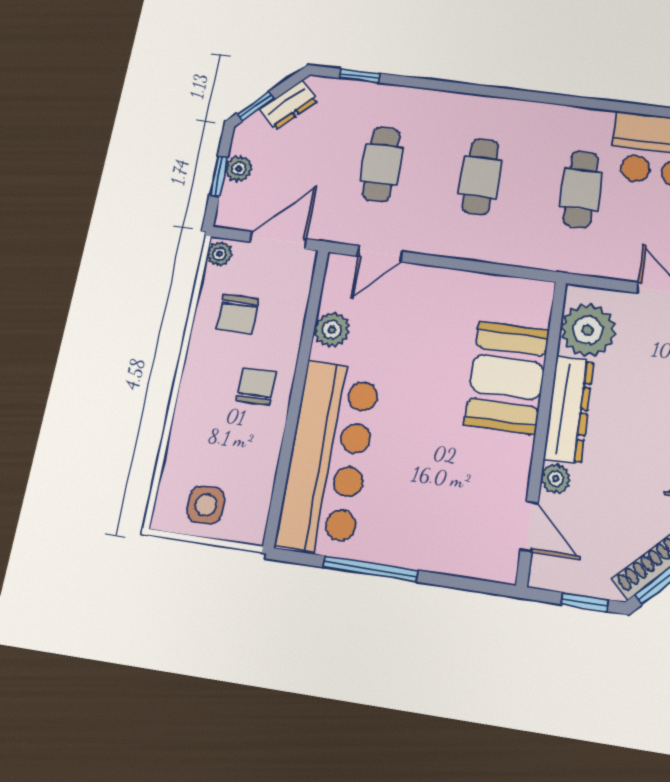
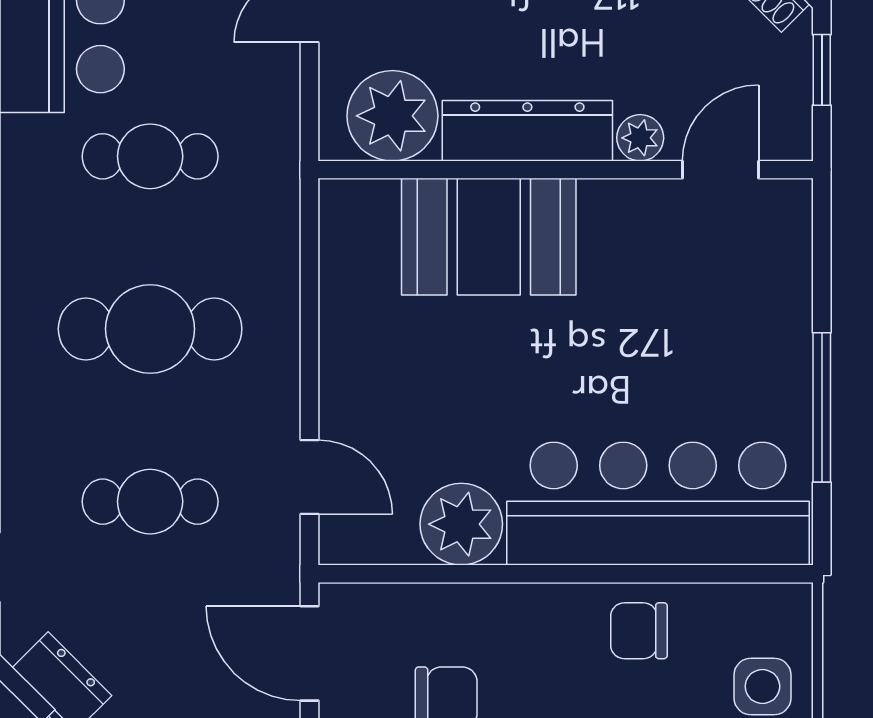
cafe table: (480, 177) -> (150, 329), width x1.37, depth x1.35
plant: (332, 330) -> (461, 524), width x1.36, depth x1.36
chair: (256, 386) -> (639, 631), moved

